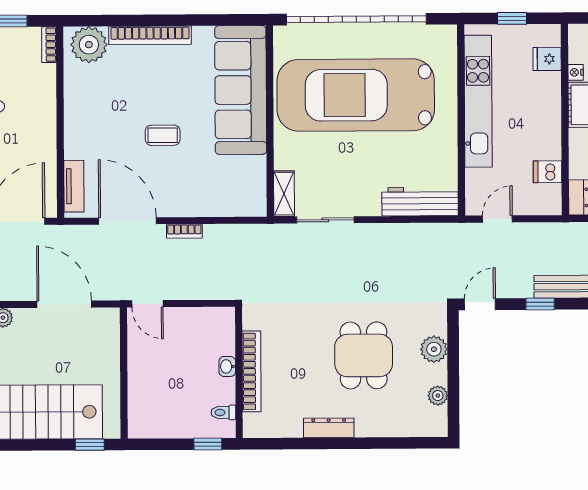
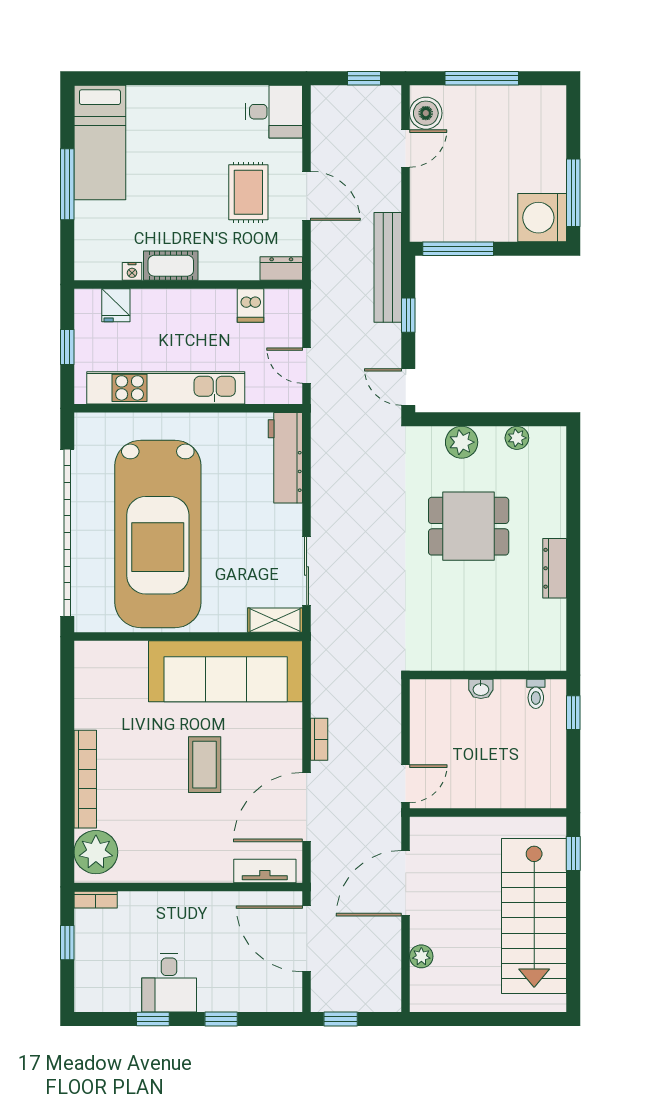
sofa: (241, 90) -> (226, 671), moved
coffee table: (163, 135) -> (205, 765), width x1.36, depth x1.30
bookcase: (252, 371) -> (487, 660), removed

